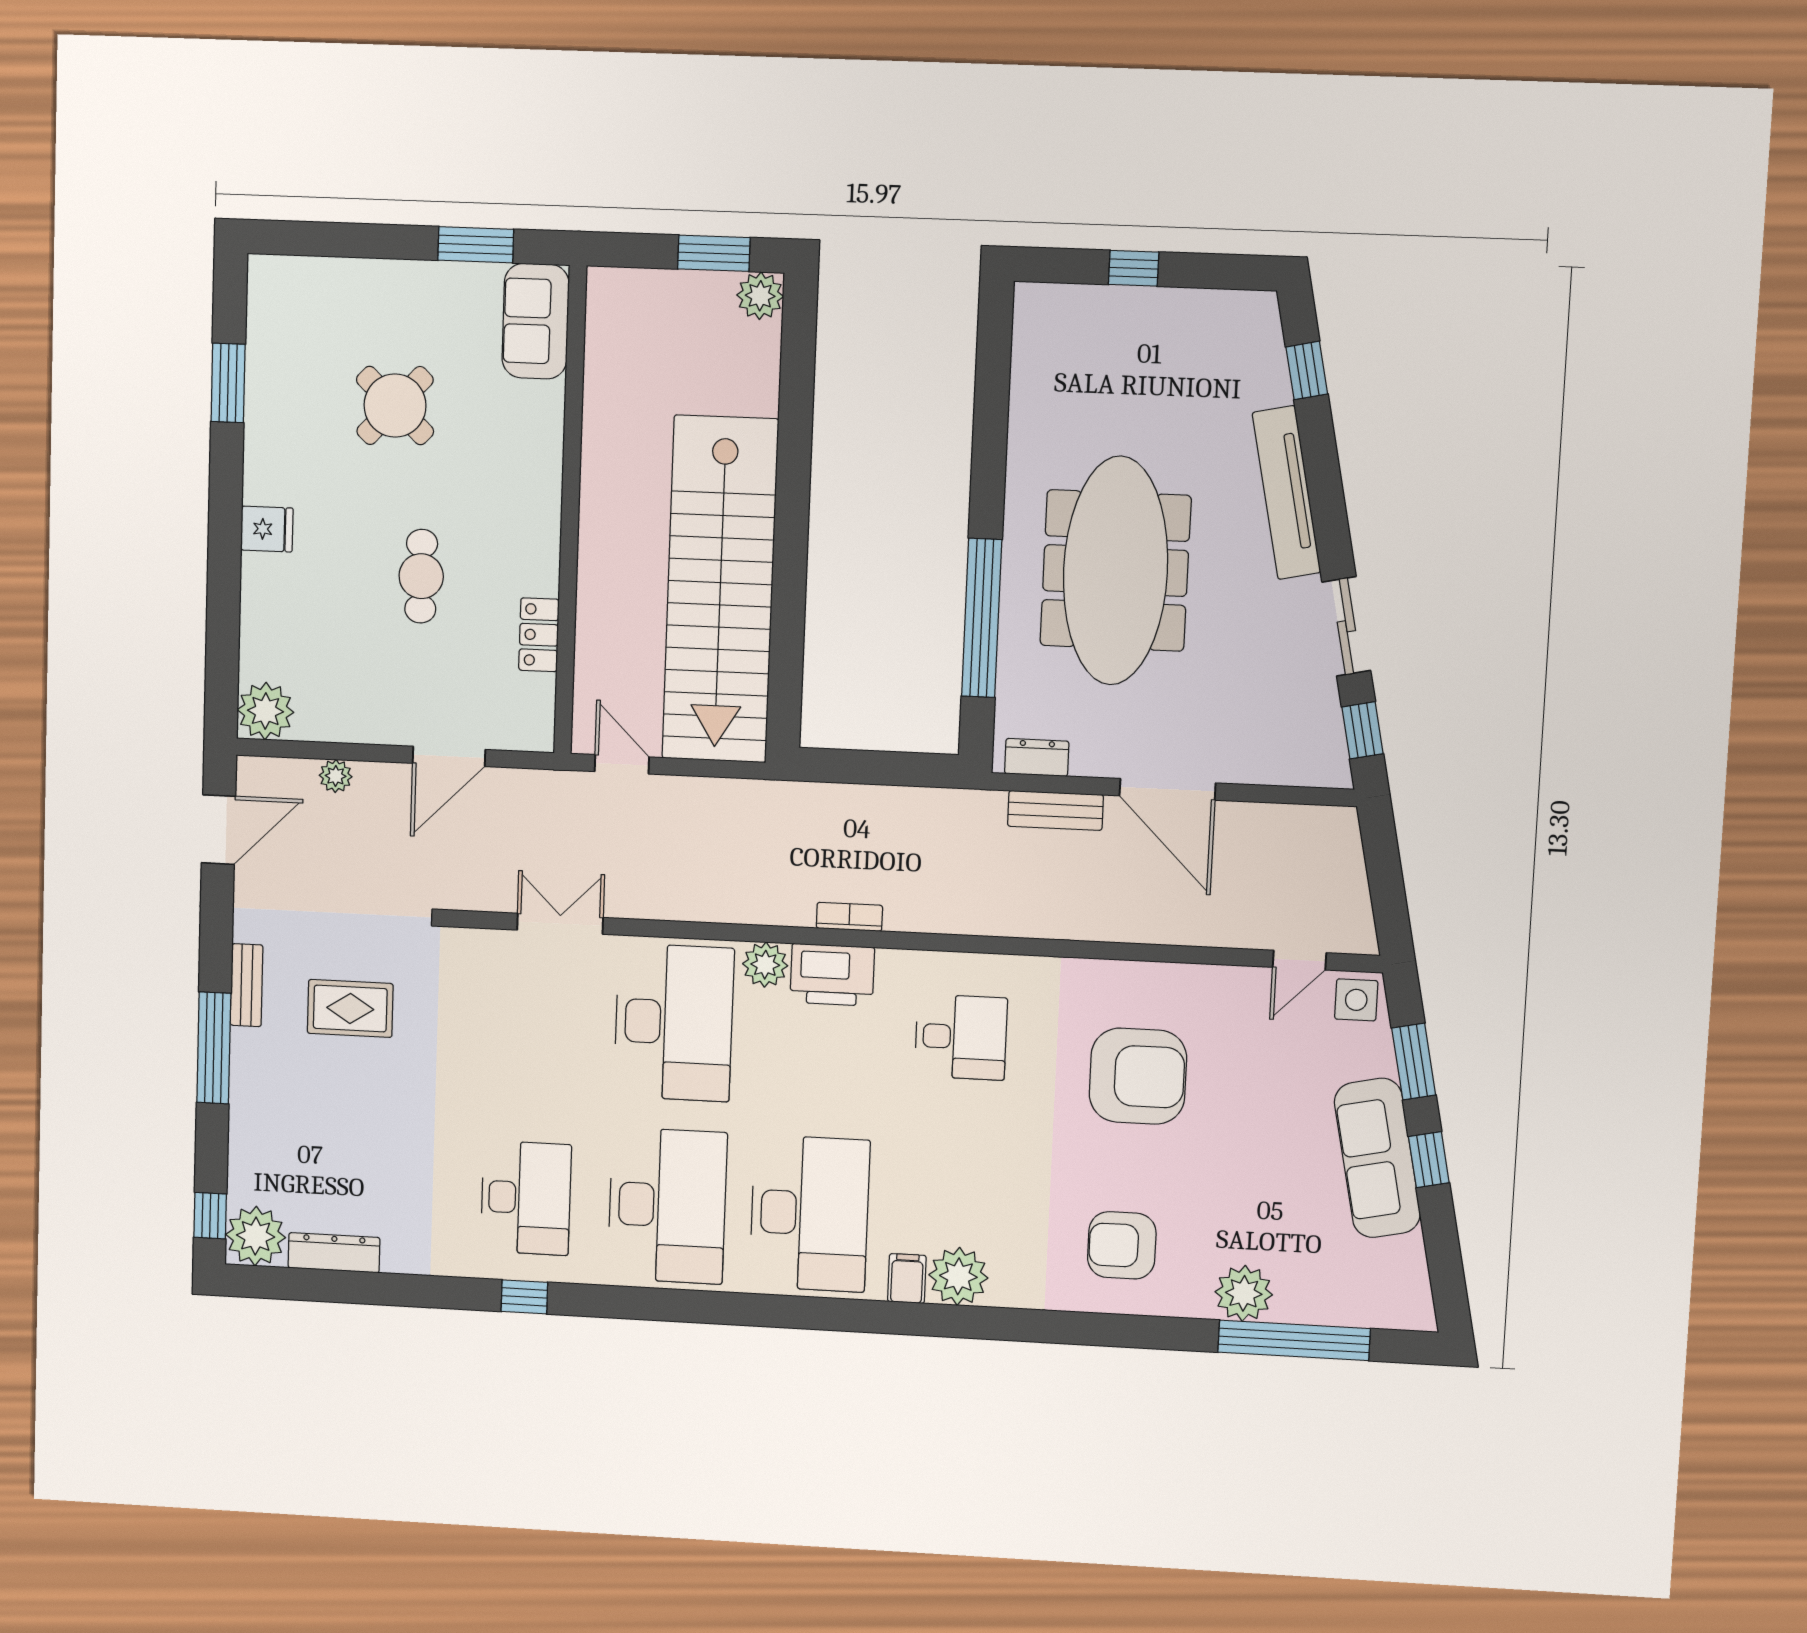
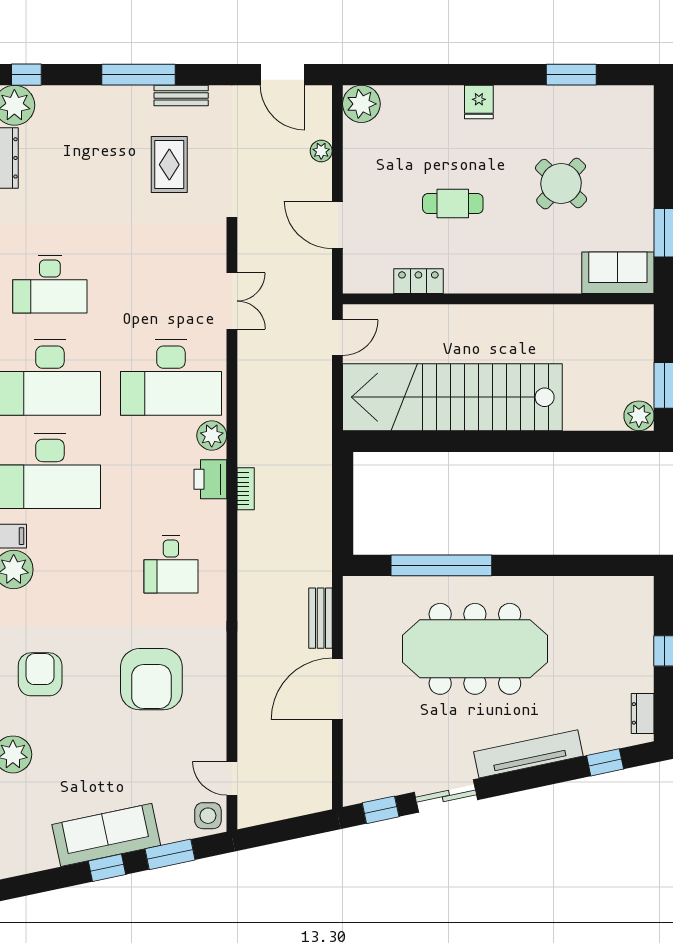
dresser: (1037, 757) -> (643, 713), moved, turned 180
printer: (832, 975) -> (210, 479), width x0.73, depth x0.84

